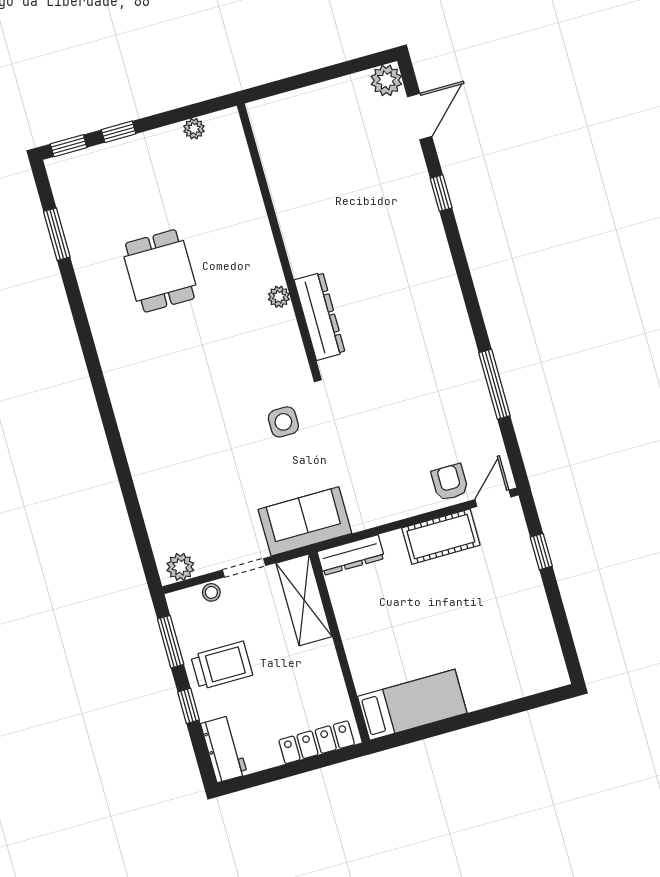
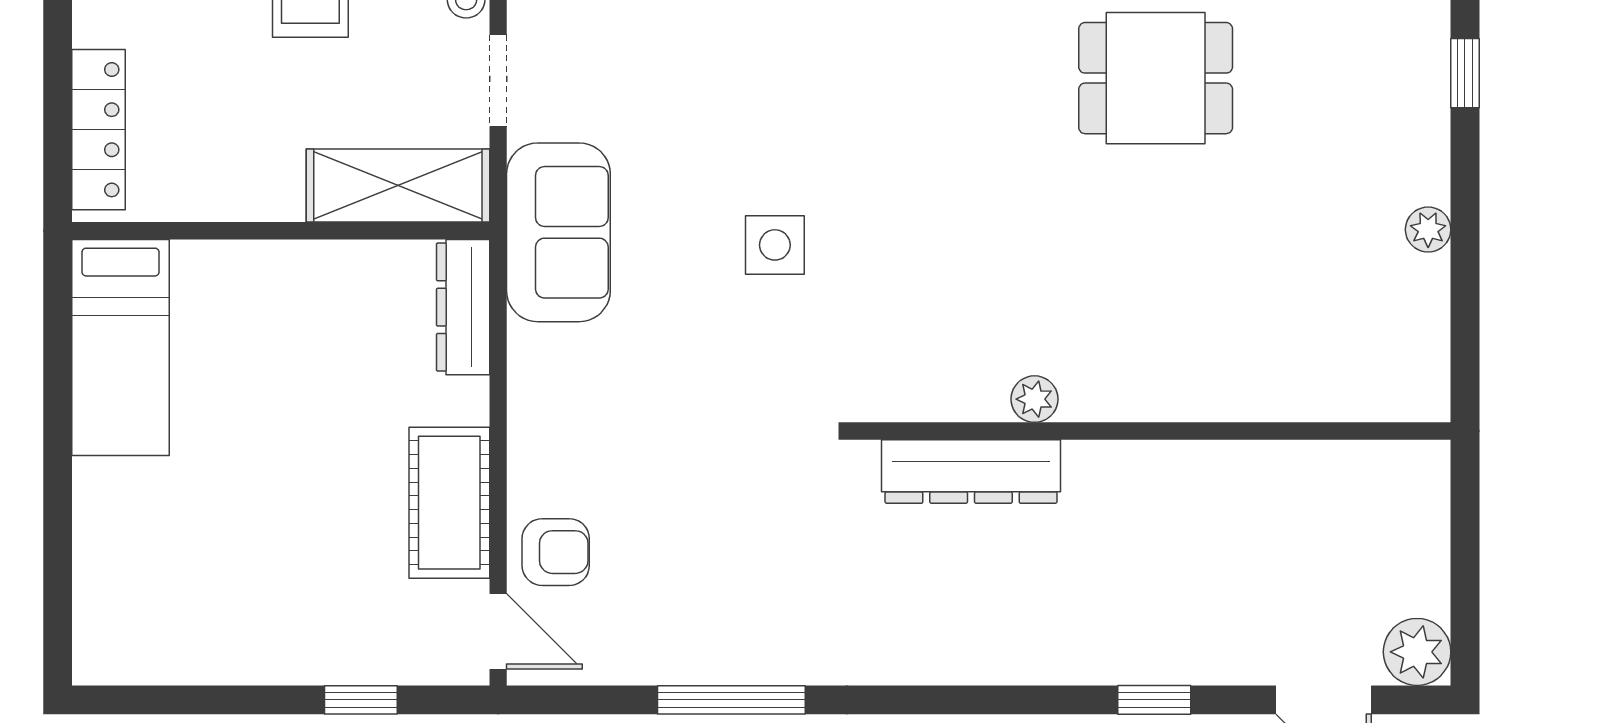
wall: (278, 239) -> (1153, 431), moved
plant: (279, 297) -> (1034, 399), moved
dresser: (320, 316) -> (971, 471), moved

